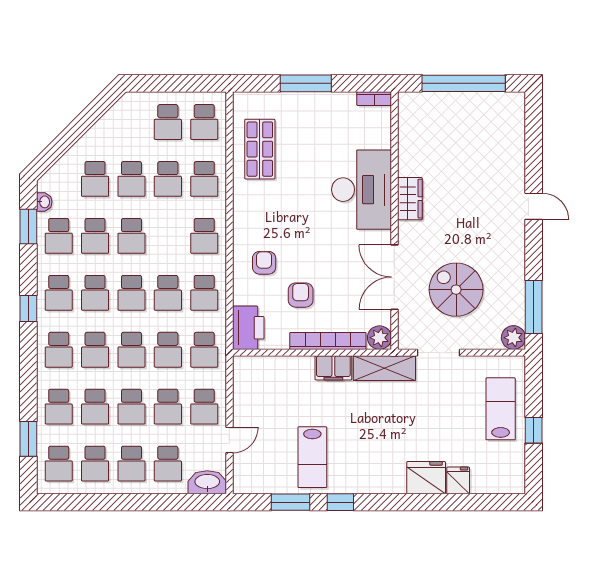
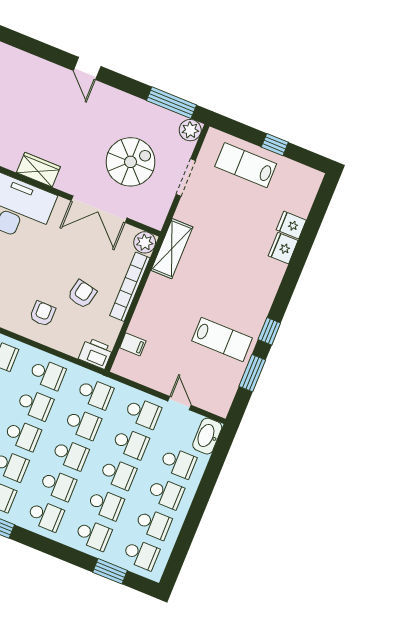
door: (534, 206) -> (87, 68), swing flipped
armchair: (264, 263) -> (43, 314), turned 90
spiral stairs: (456, 290) -> (131, 162), turned 180
armchair: (301, 295) -> (82, 294), turned 102
printer: (248, 328) -> (96, 353), width x0.73, depth x0.84
doorway: (438, 353) -> (186, 177), moved
filing cabinet: (333, 368) -> (133, 344), moved, width x0.50
fridge: (426, 478) -> (283, 248), width x0.73, depth x0.75

